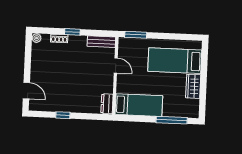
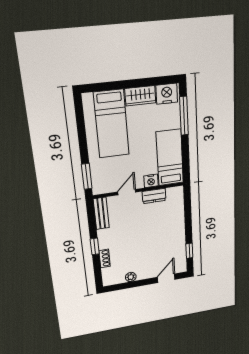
plant: (37, 38) -> (131, 277), moved
nightstand: (122, 87) -> (151, 181), added
dresser: (107, 104) -> (154, 196), moved
nightstand: (192, 108) -> (167, 94), added
window: (63, 115) -> (189, 251), moved

